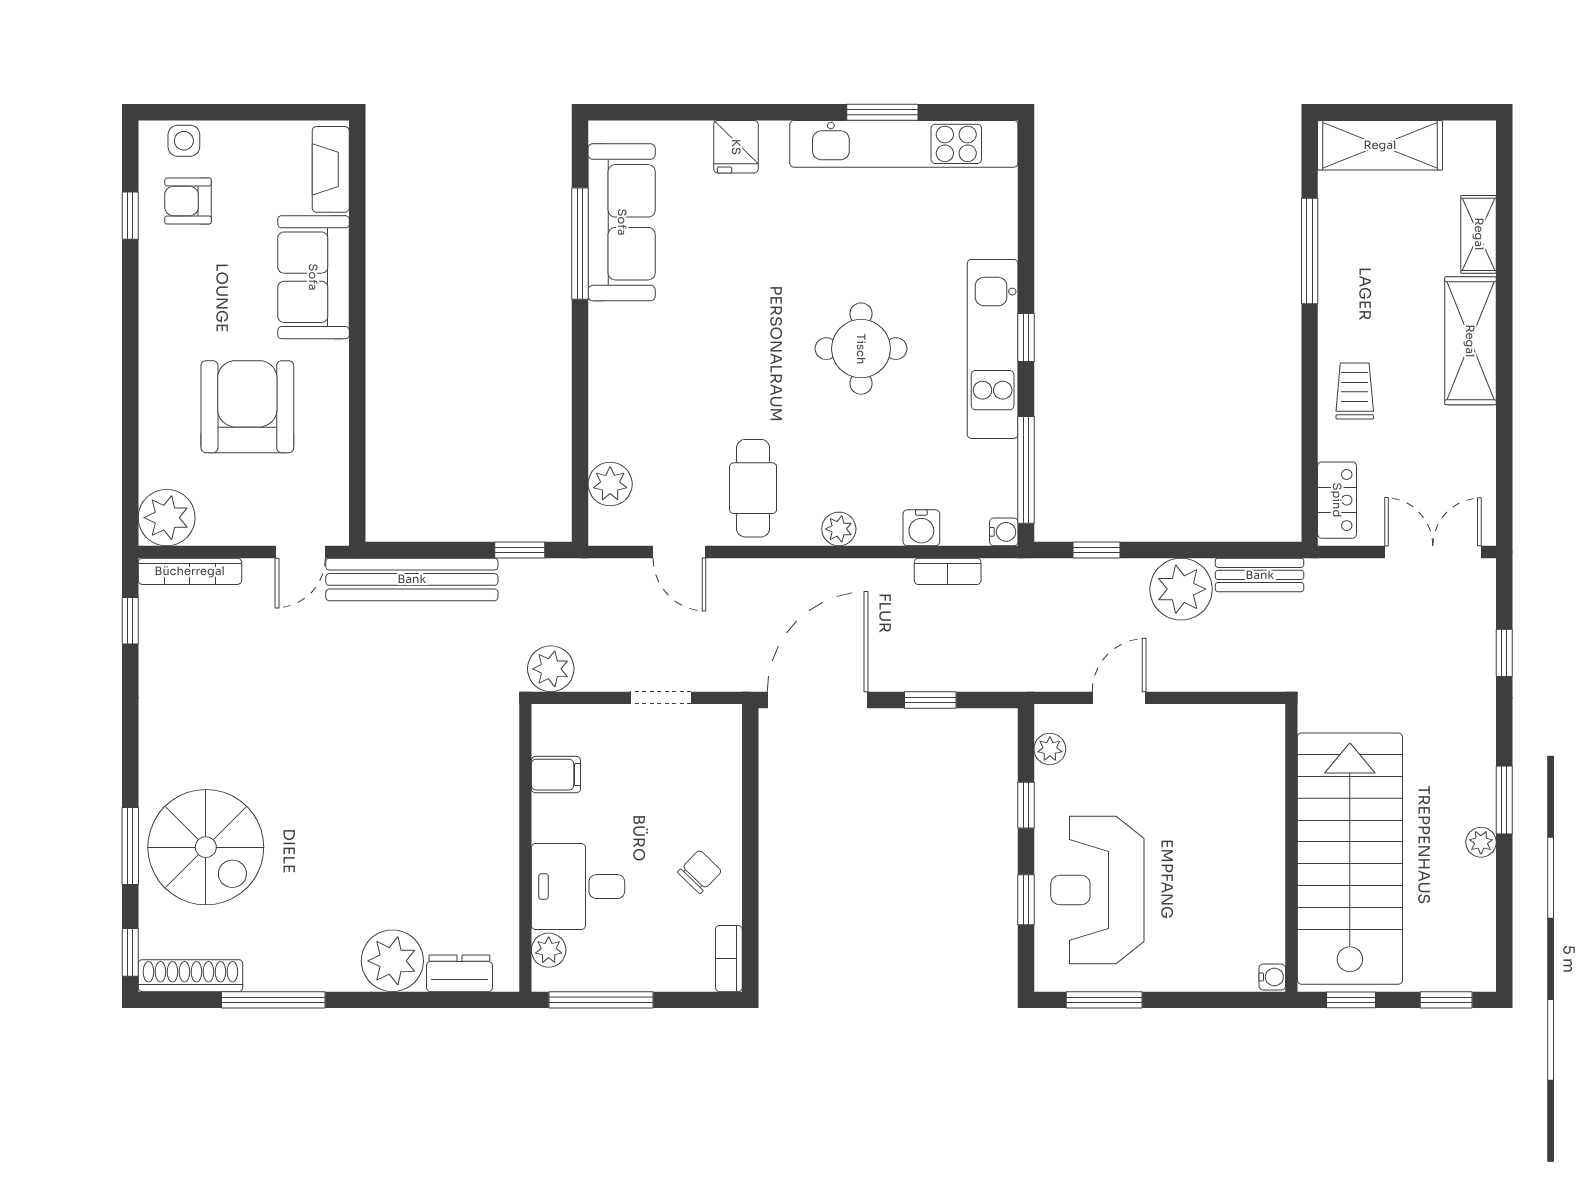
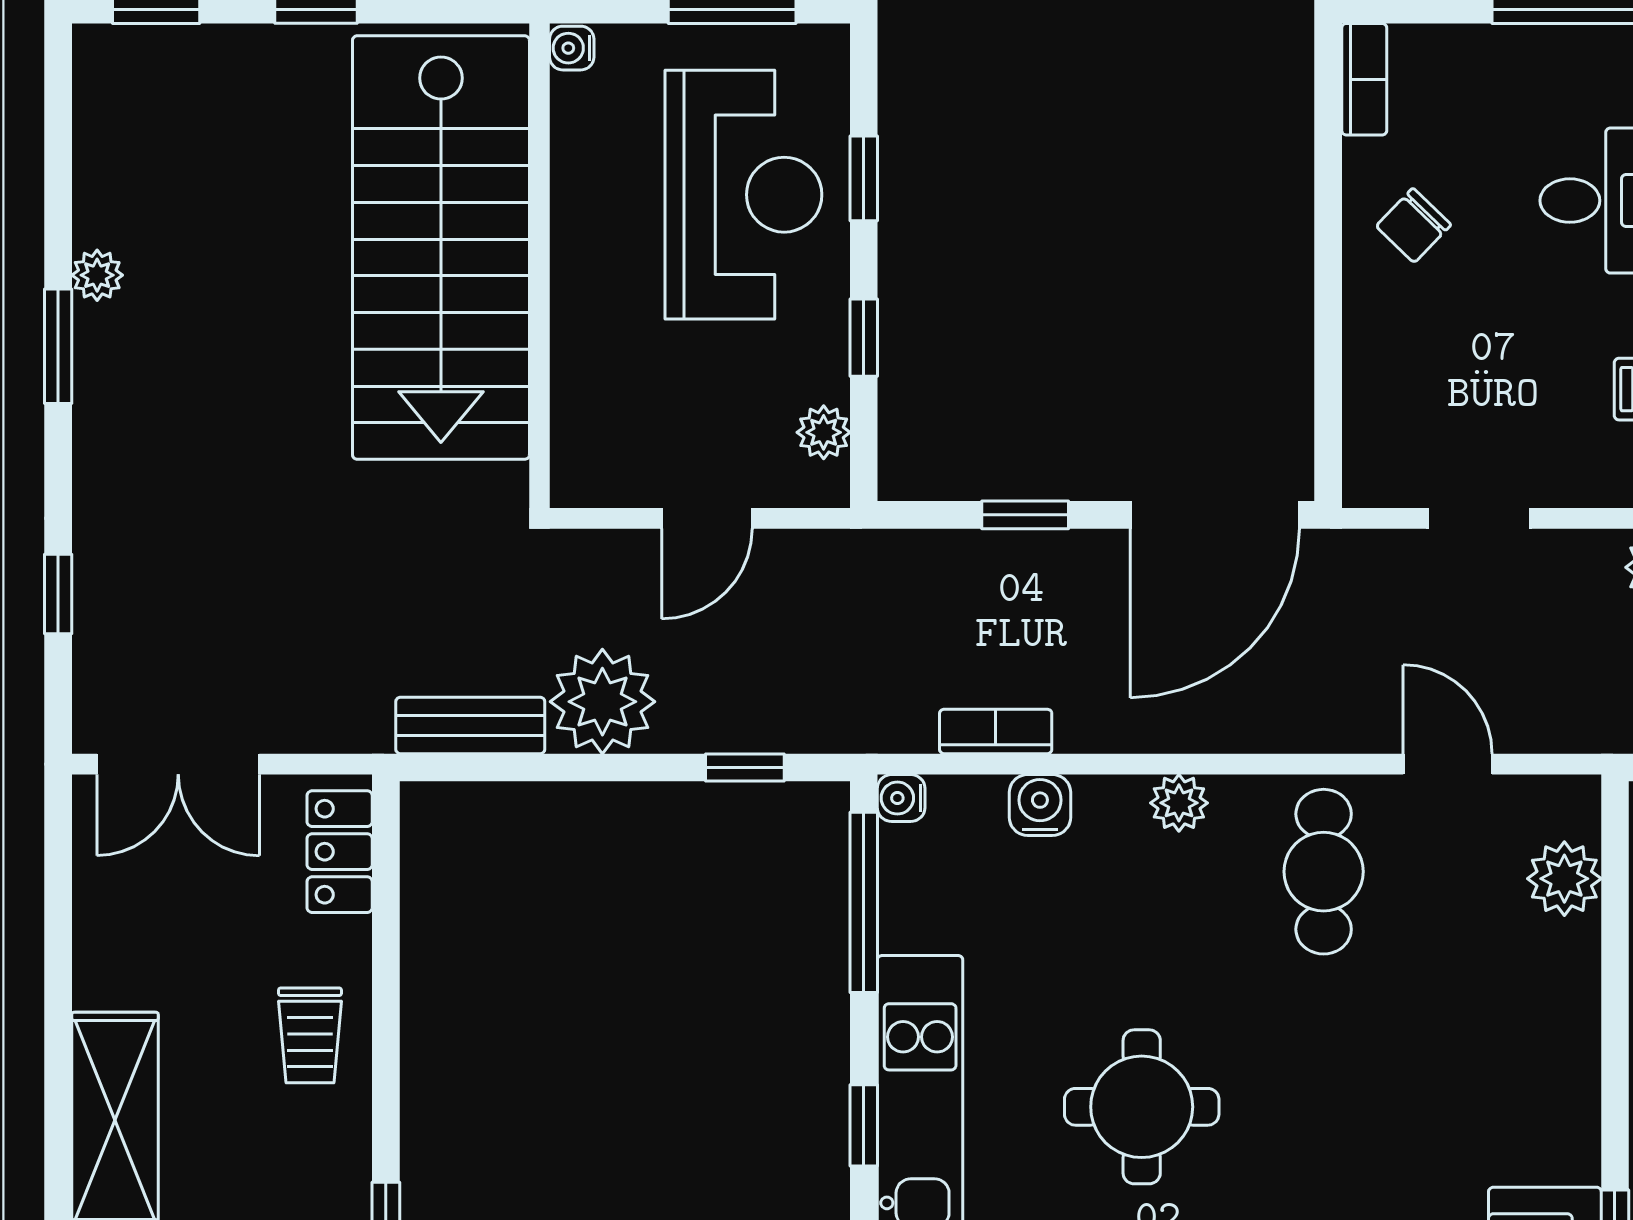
wall: (1291, 848) -> (540, 266), moved
stairs: (1350, 859) -> (441, 248), moved
water cooler: (1272, 977) -> (572, 48), moved

